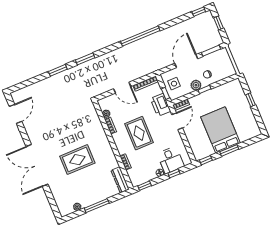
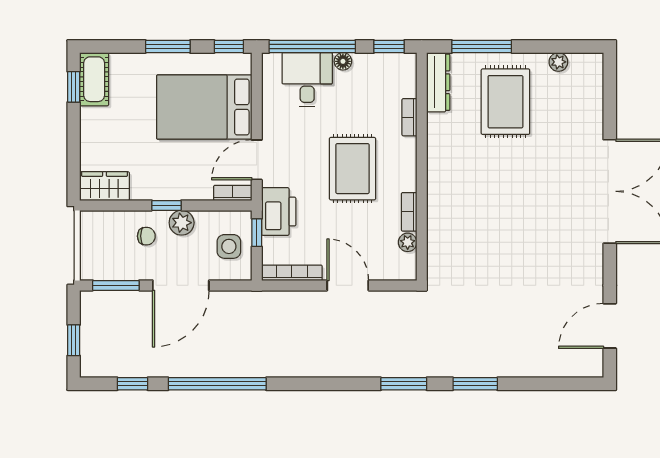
window: (199, 12) -> (133, 384), moved
window: (140, 36) -> (217, 384), moved
wardrobe: (231, 87) -> (104, 186), added
window: (251, 100) -> (74, 87), moved
cot: (252, 126) -> (94, 79), added
bed: (220, 130) -> (204, 107), moved, turned 90
rug: (77, 160) -> (505, 102), moved, turned 90
window: (174, 173) -> (312, 47), width x3.17
window: (97, 206) -> (482, 47), moved

